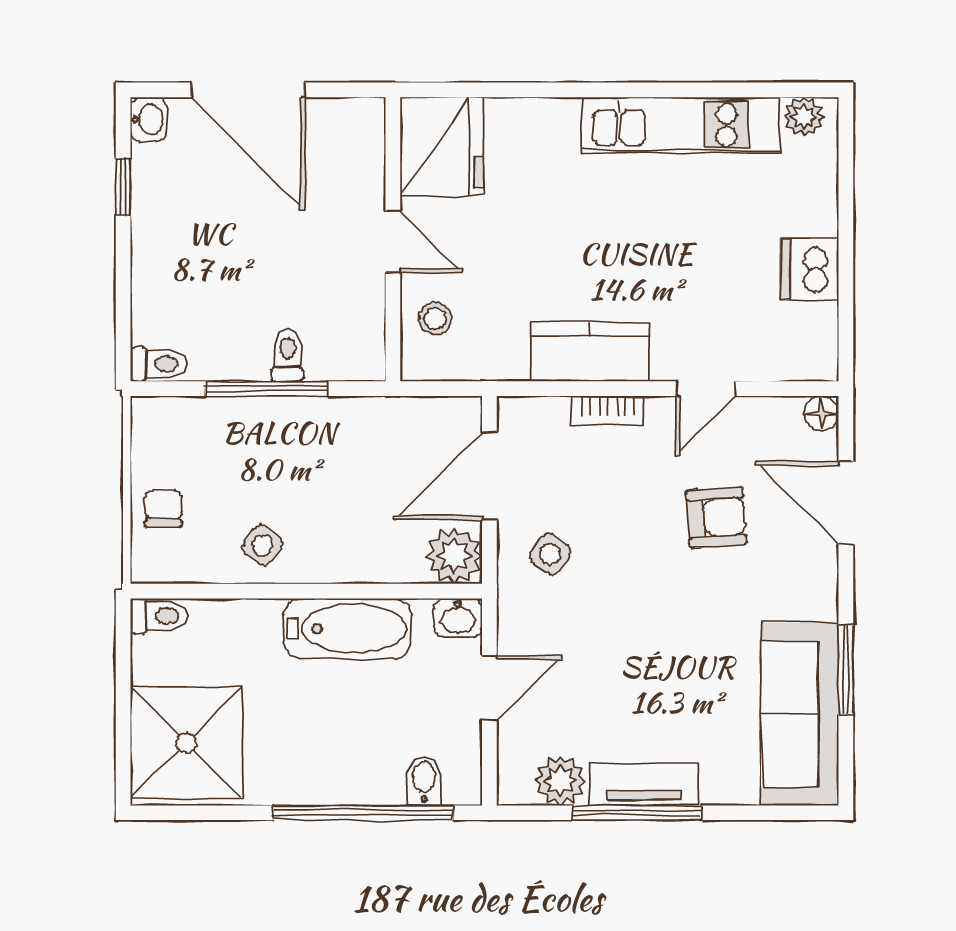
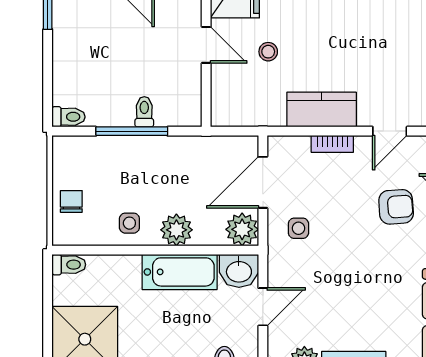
stool: (435, 318) -> (268, 52), moved
side table: (262, 545) -> (129, 223), turned -36
side table: (550, 554) -> (298, 228), turned -34
plant: (342, 557) -> (176, 230), added
washbasin: (458, 618) -> (239, 271), width x1.38, depth x1.45

